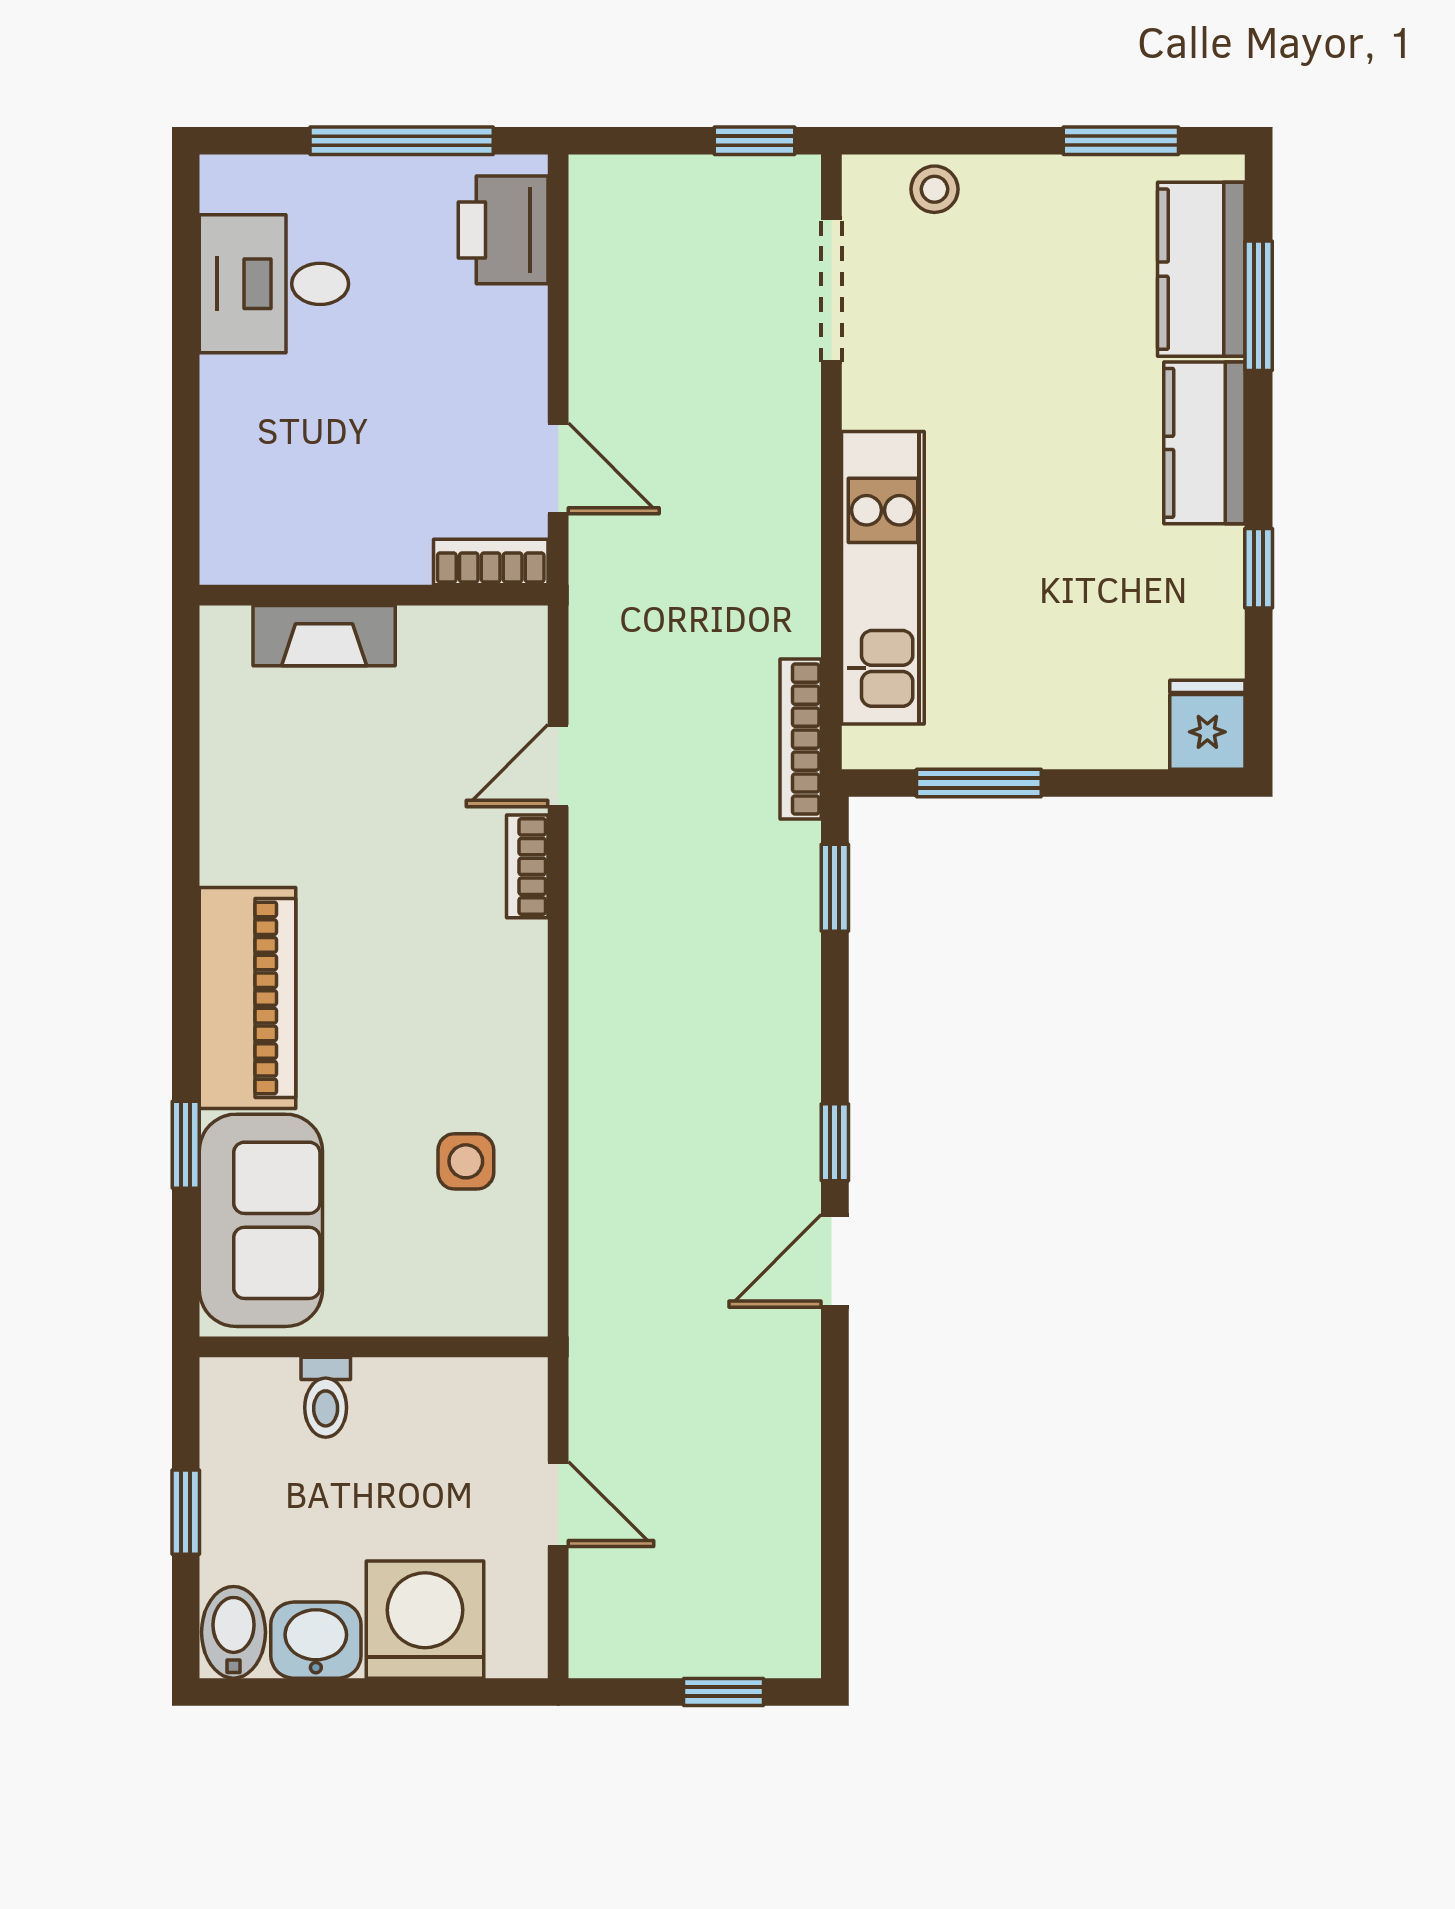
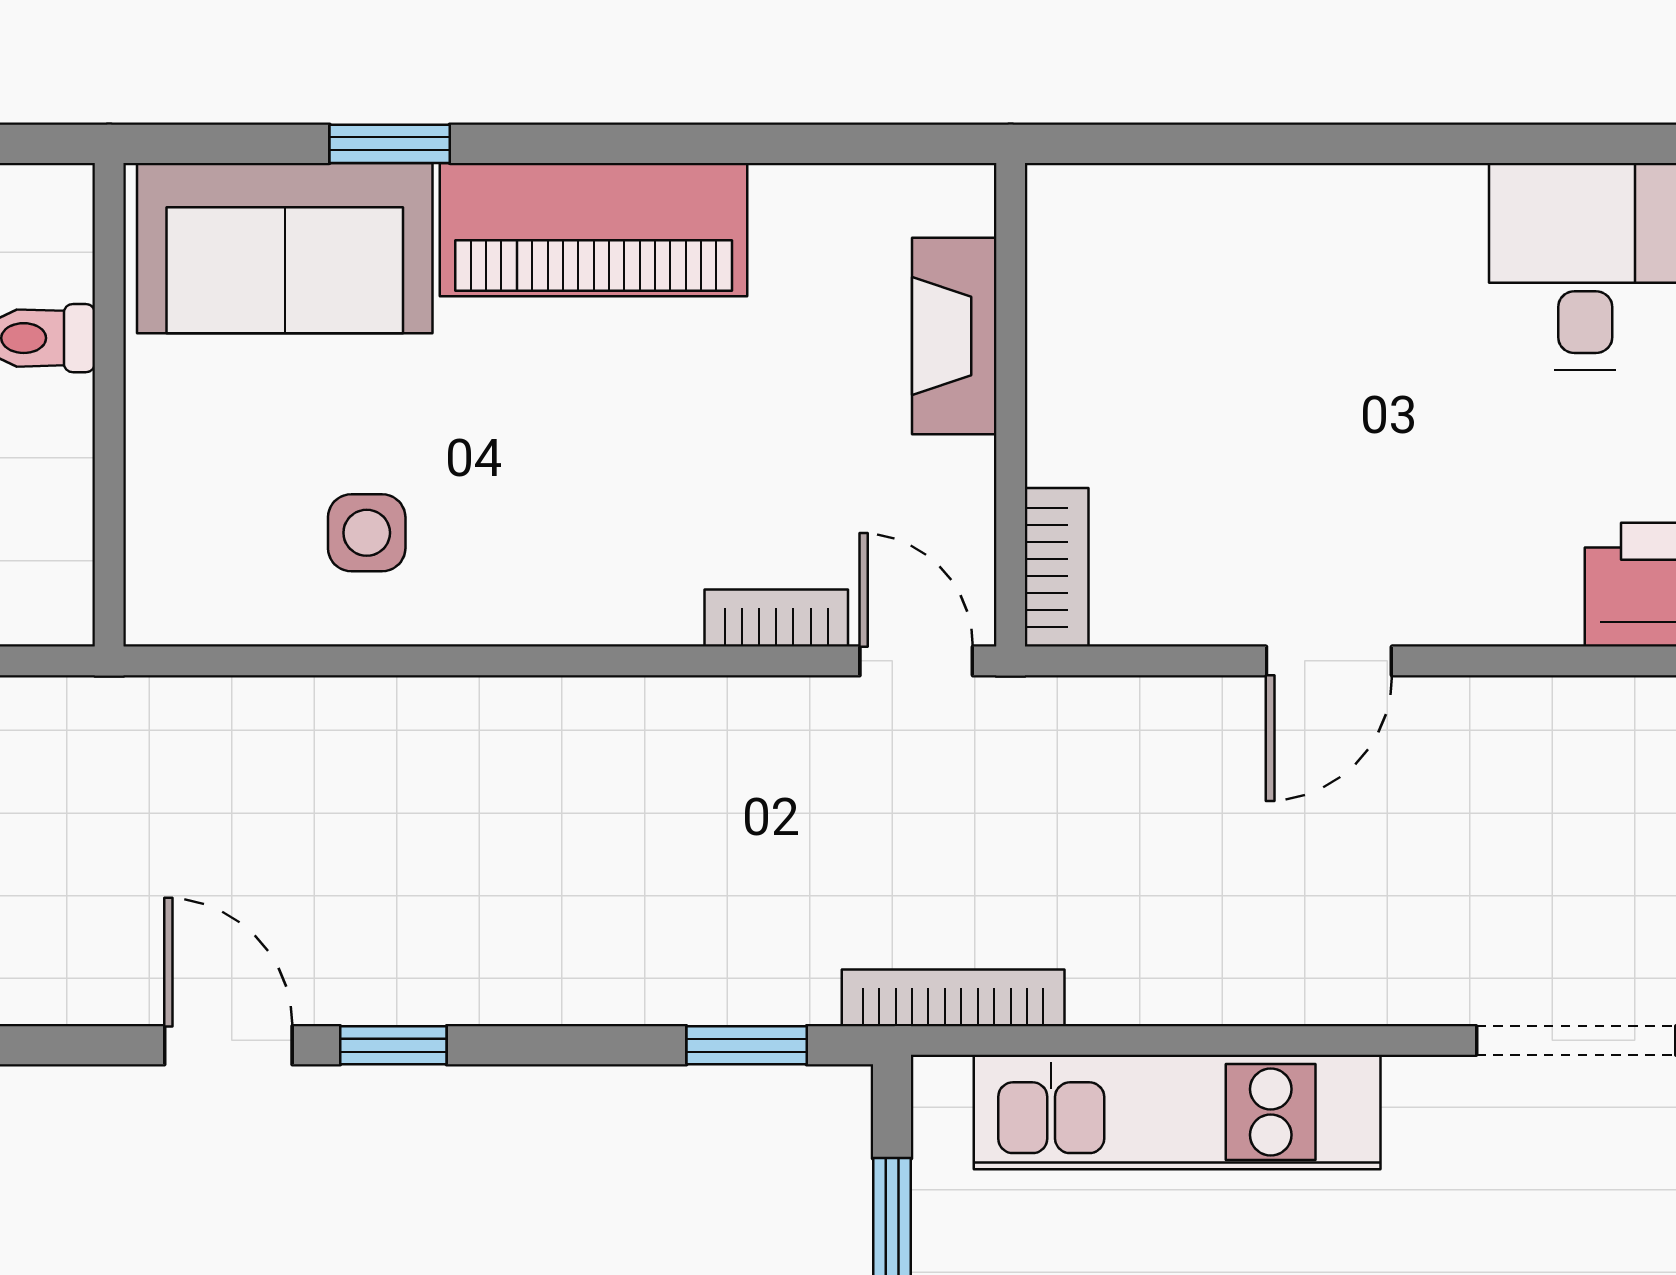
bookcase: (491, 562) -> (1057, 567), moved
wall: (374, 595) -> (1011, 405), moved
fireplace: (324, 636) -> (954, 336), moved

